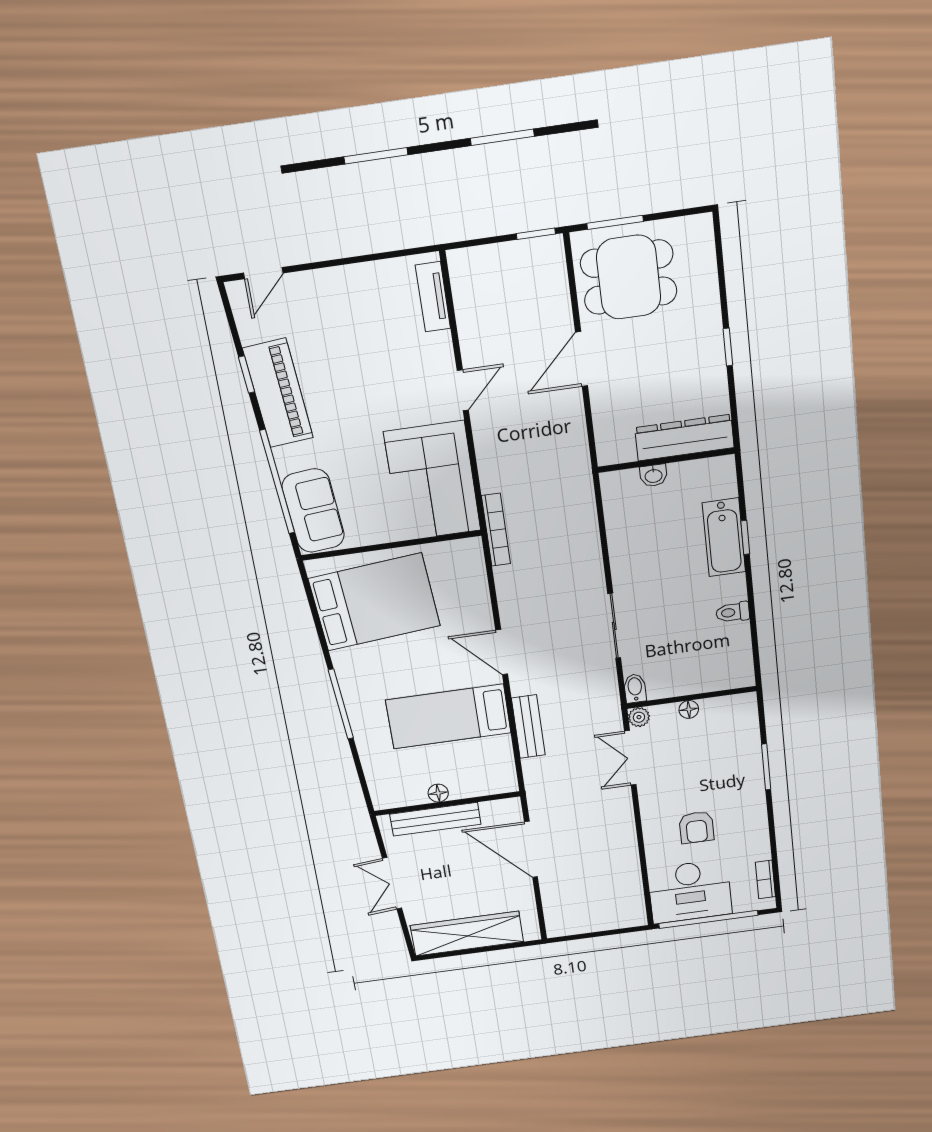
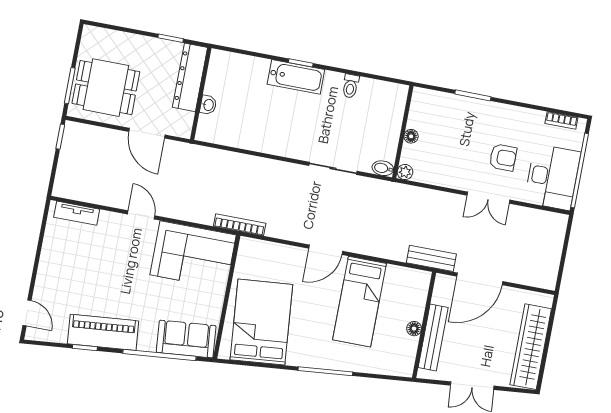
dining table: (629, 277) -> (106, 88), turned 90
dresser: (684, 438) -> (190, 77), moved
wall: (666, 460) -> (201, 94), moved
washbasin: (654, 475) -> (208, 105), moved
bench: (528, 727) -> (431, 258), moved
double door: (630, 758) -> (488, 198), moved

